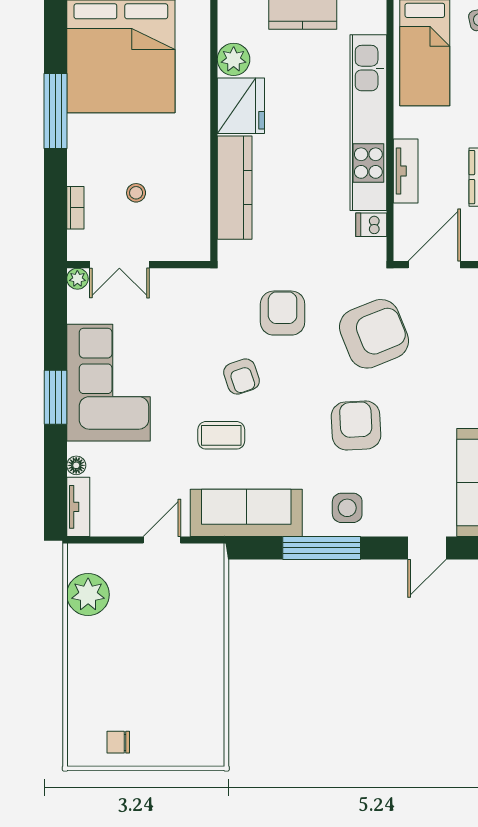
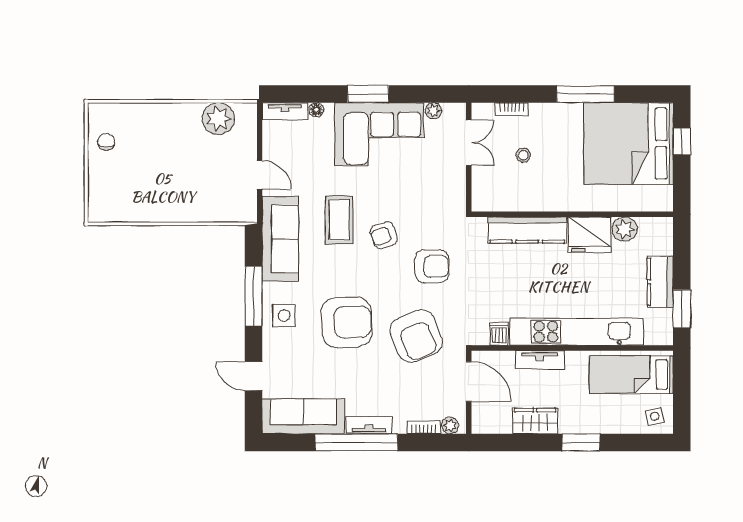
double door: (119, 265) -> (469, 143), swing flipped
plant: (77, 279) -> (433, 111), moved
armchair: (356, 425) -> (347, 322), width x1.36, depth x1.36
coffee table: (221, 435) -> (339, 220), width x1.36, depth x1.30

